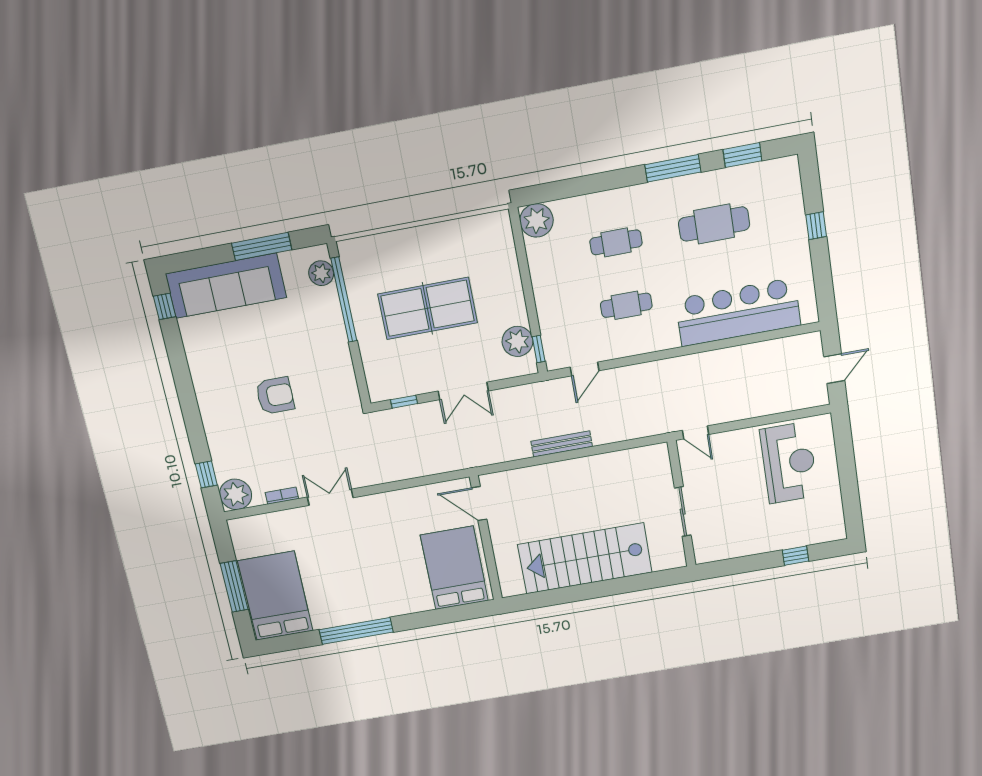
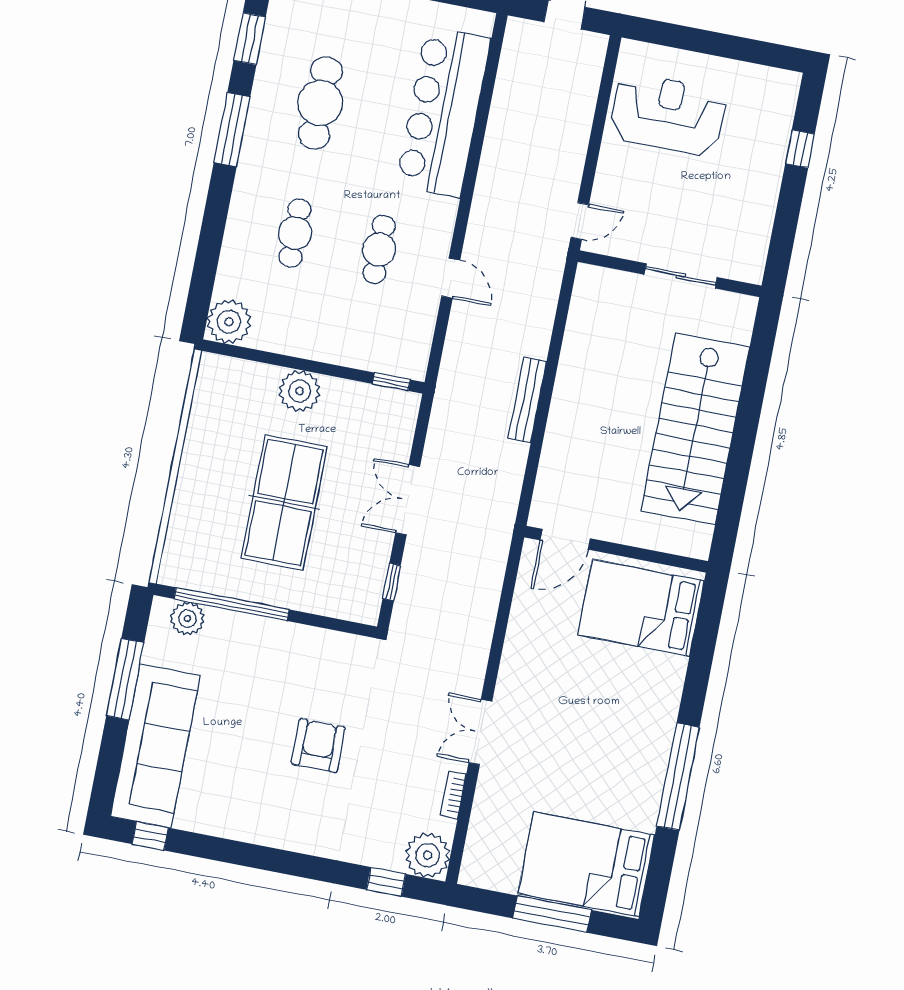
plant: (517, 341) -> (300, 391), moved
door: (585, 369) -> (451, 278), moved
double door: (463, 391) -> (408, 500), swing flipped

